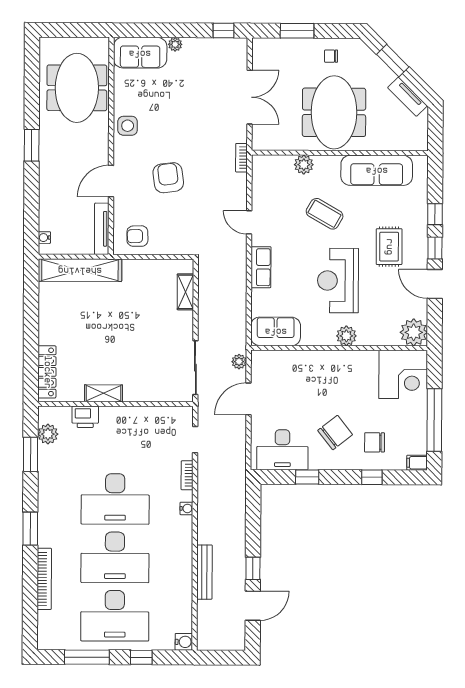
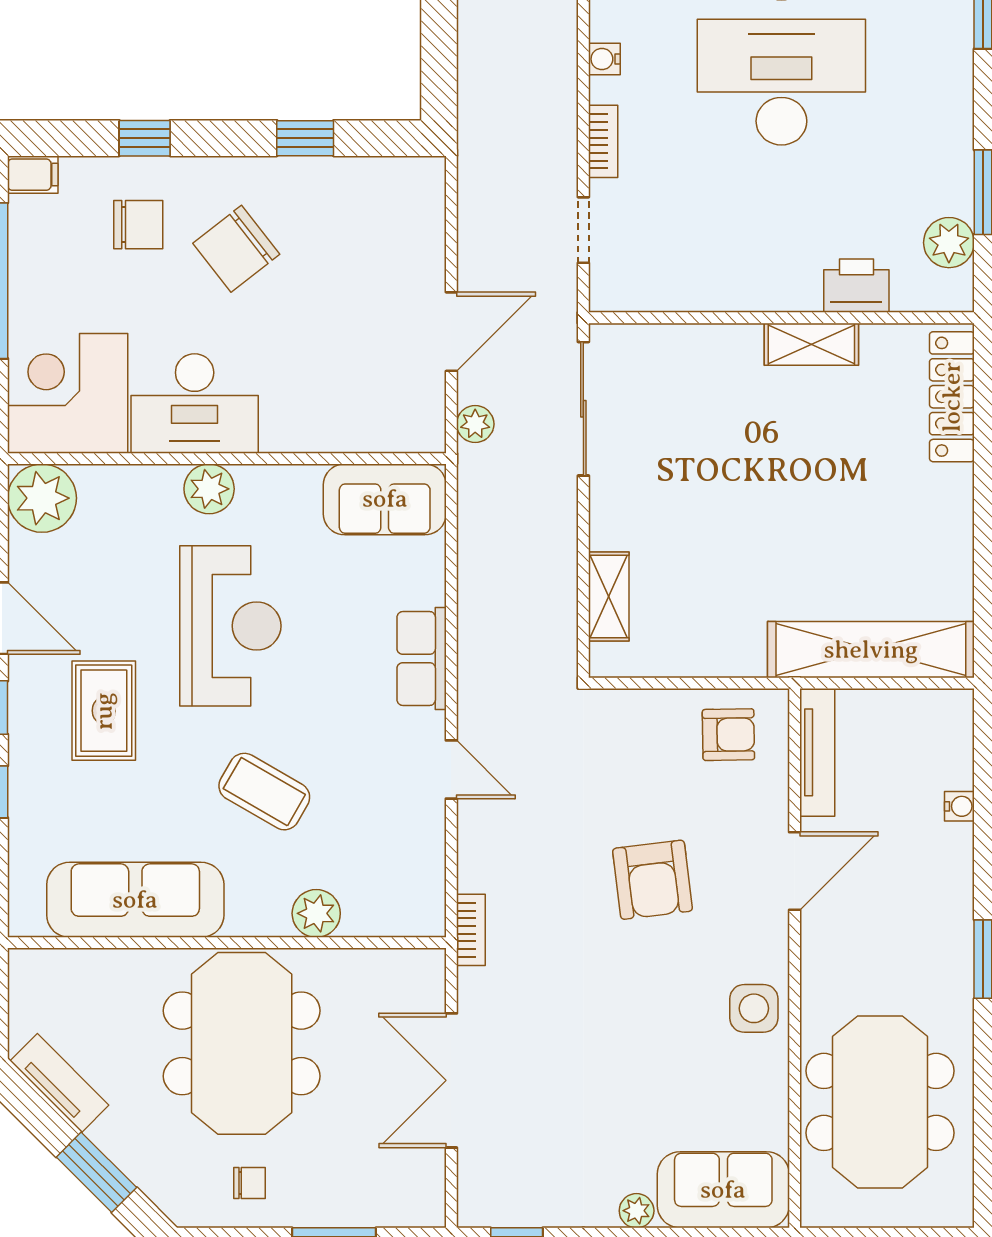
water cooler: (44, 238) -> (959, 806), moved
desk: (282, 450) -> (195, 403), moved, turned 180

